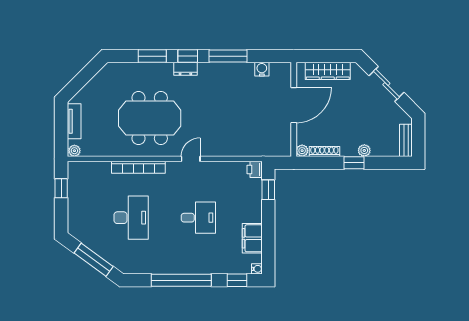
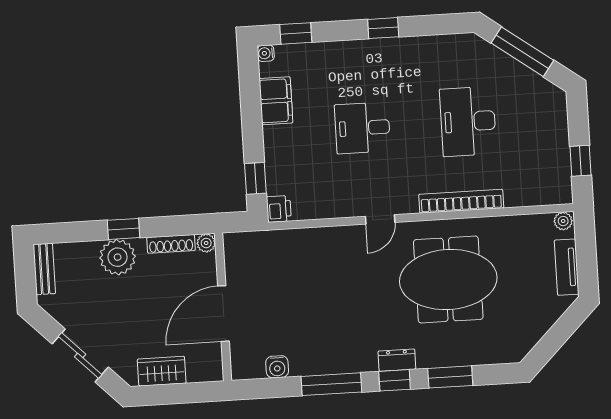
wardrobe: (328, 71) -> (162, 371), width x0.67
plant: (364, 150) -> (118, 257), width x1.87, depth x1.87
window: (181, 280) -> (383, 28), width x0.32

